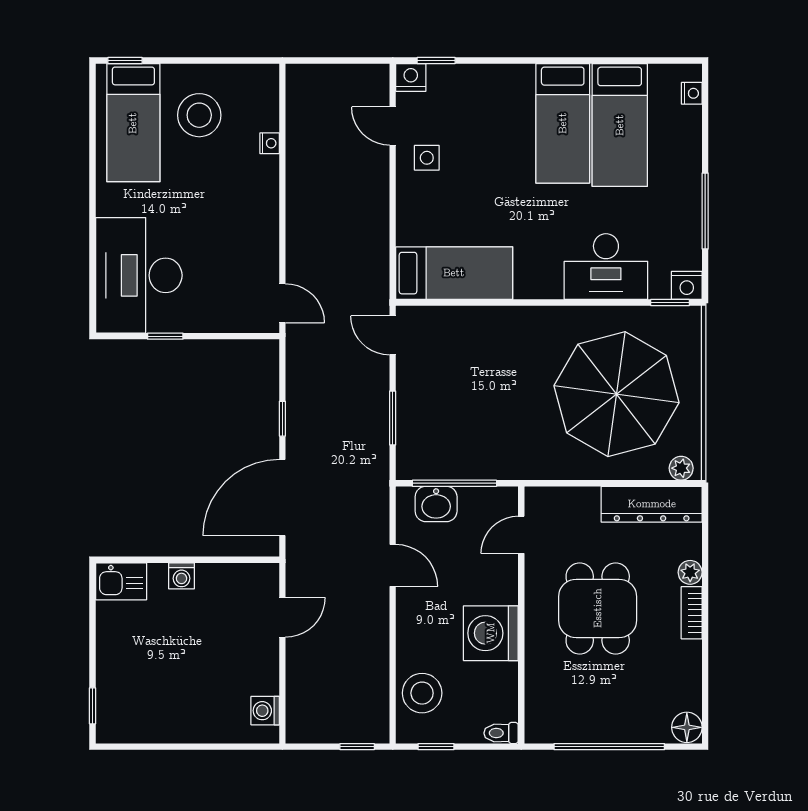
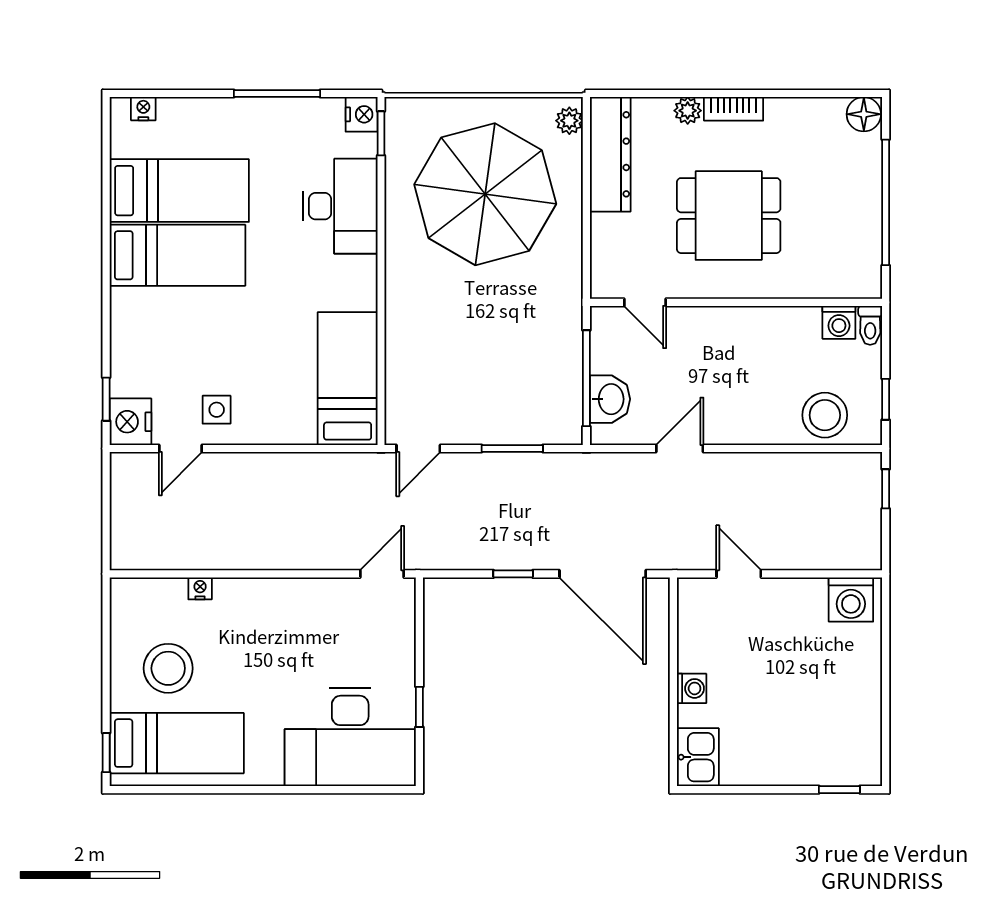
nightstand: (411, 77) -> (130, 422), width x1.36, depth x1.33
washing machine: (491, 633) -> (839, 322), moved, width x0.53, depth x0.53
washing machine: (265, 711) -> (851, 600), width x1.38, depth x1.38

